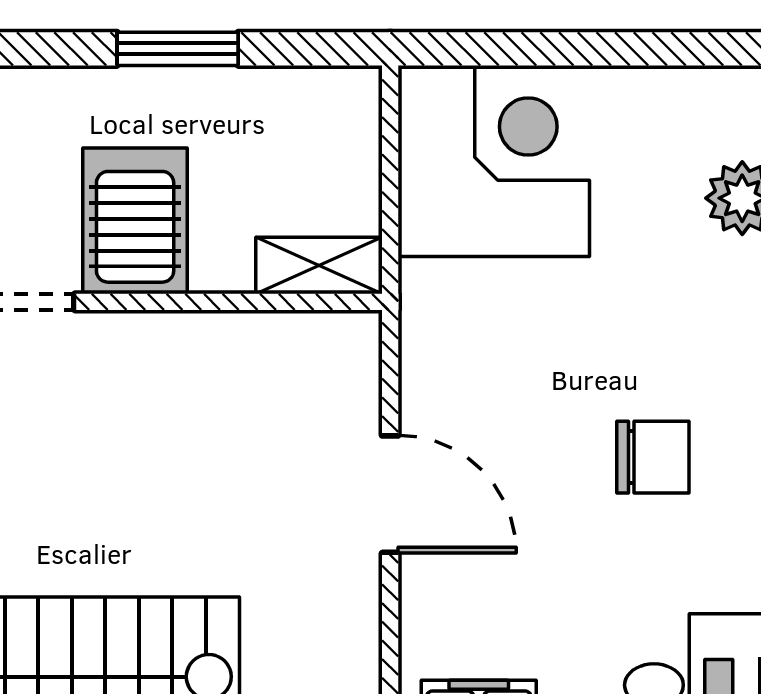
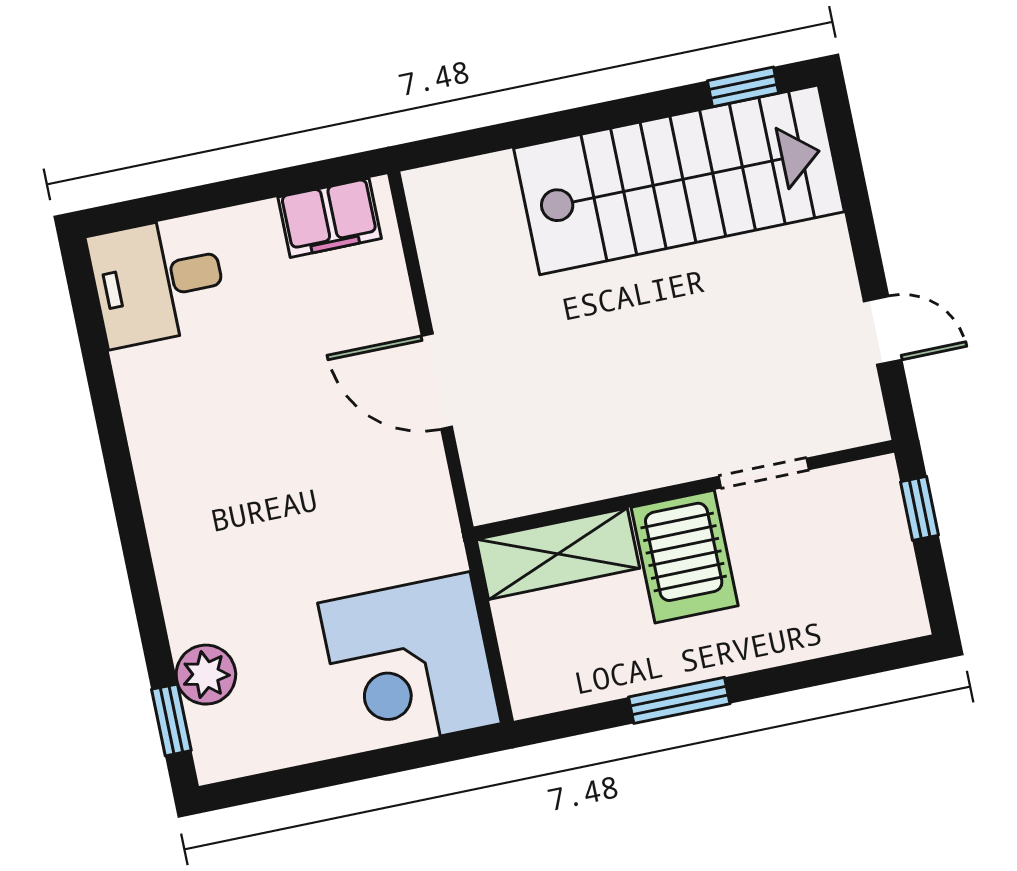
shelving: (319, 265) -> (558, 554), width x1.50, depth x1.33
chair: (653, 457) -> (234, 454), removed

